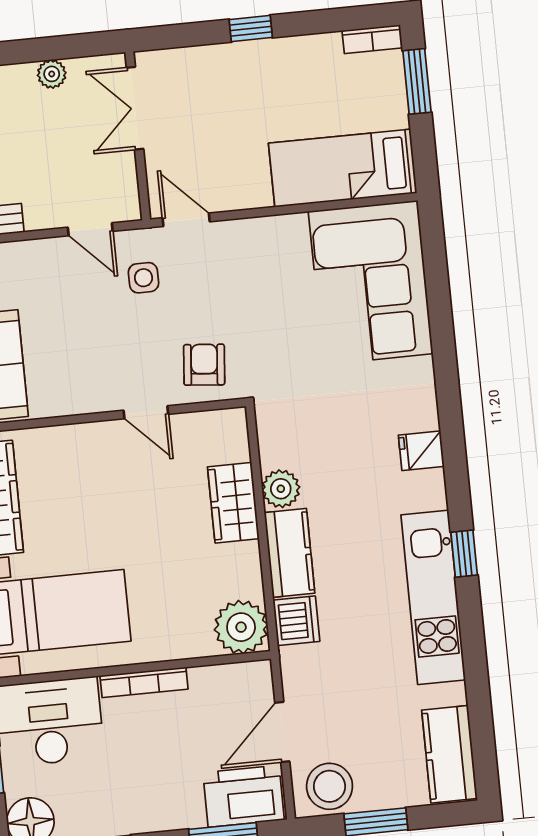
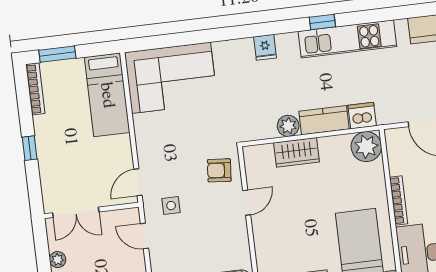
bookcase: (372, 39) -> (35, 89), width x1.56
door: (90, 229) -> (144, 236), swing flipped

